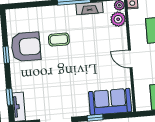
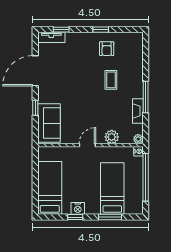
plant: (118, 19) -> (112, 137), moved
armchair: (26, 47) -> (107, 49), width x0.53, depth x0.53

